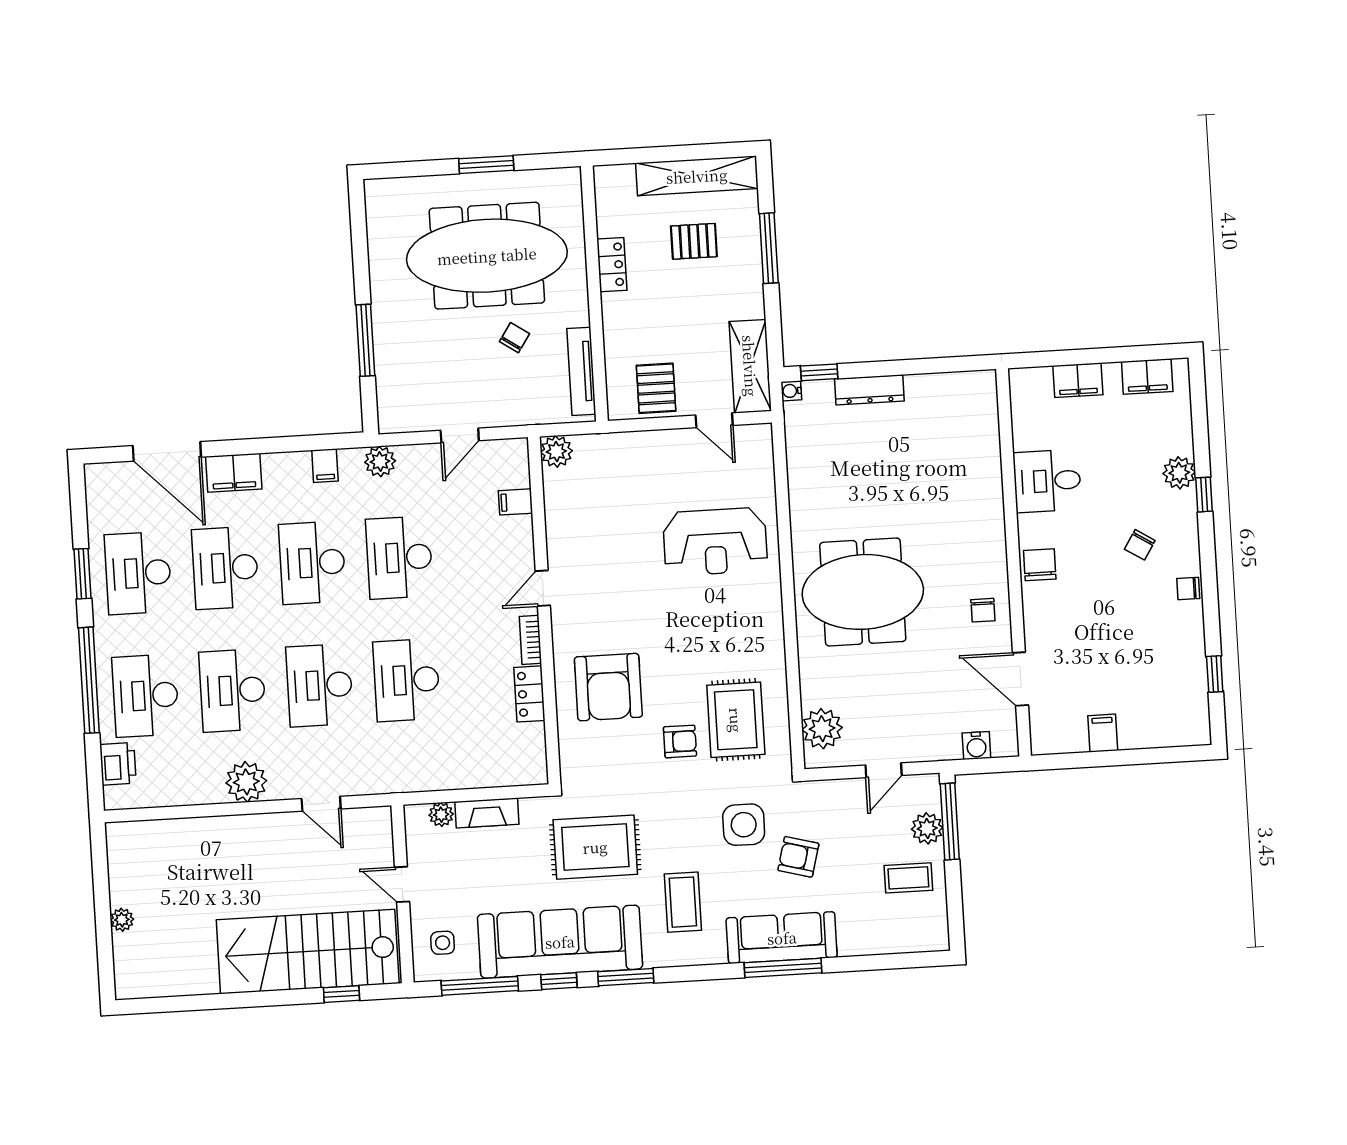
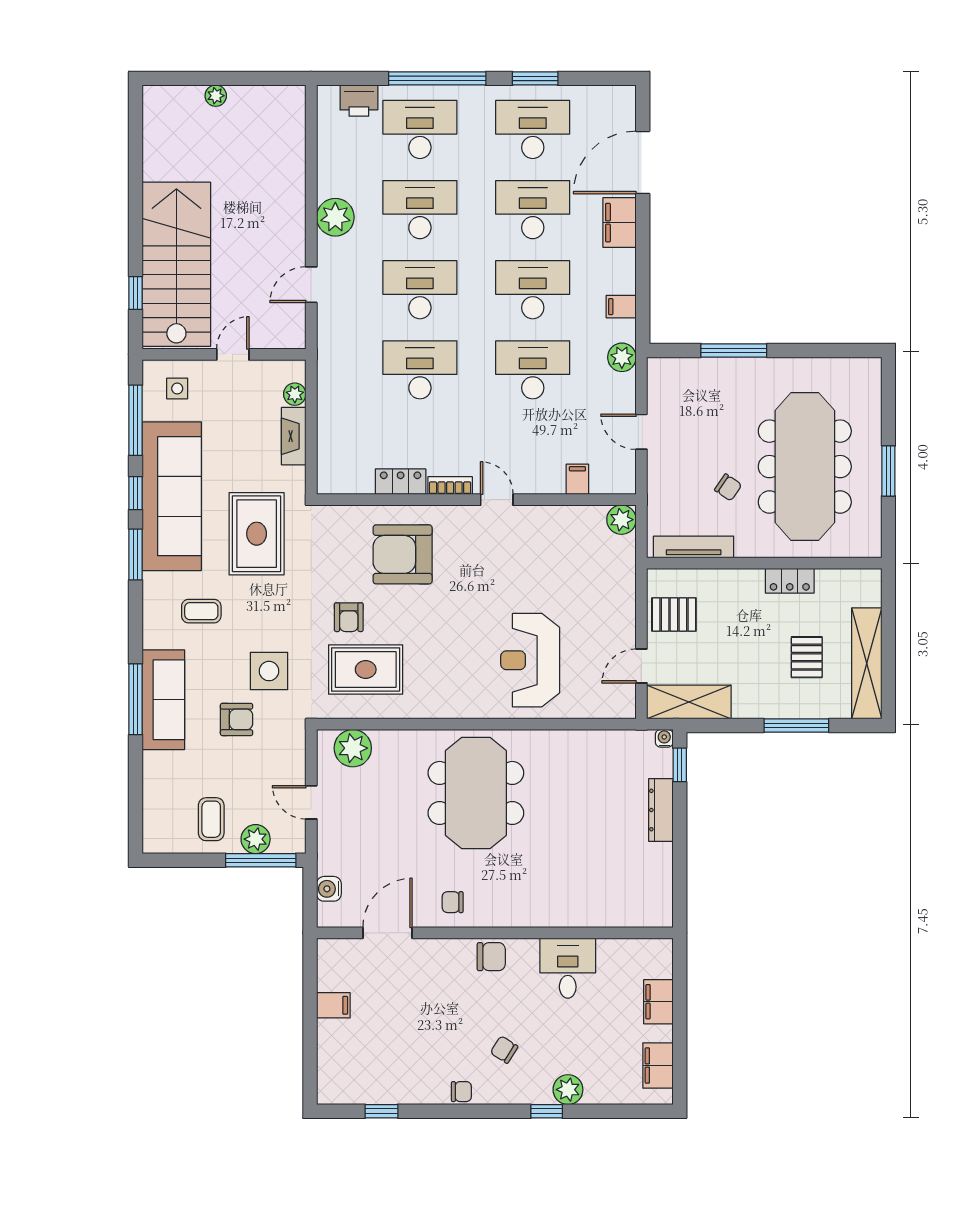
chair: (1188, 588) -> (461, 1092), turned 90
armchair: (798, 857) -> (237, 719), turned 75
coffee table: (683, 902) -> (201, 611), width x0.73, depth x0.77

